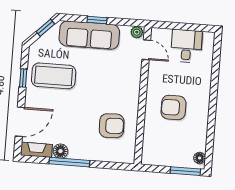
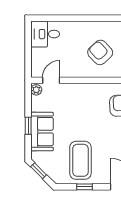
sofa: (89, 35) -> (42, 132), width x0.73
desk: (186, 46) -> (45, 34), moved
armchair: (173, 107) -> (100, 52), turned 137

